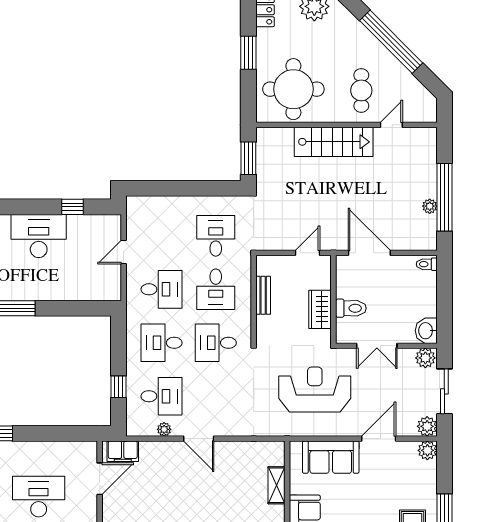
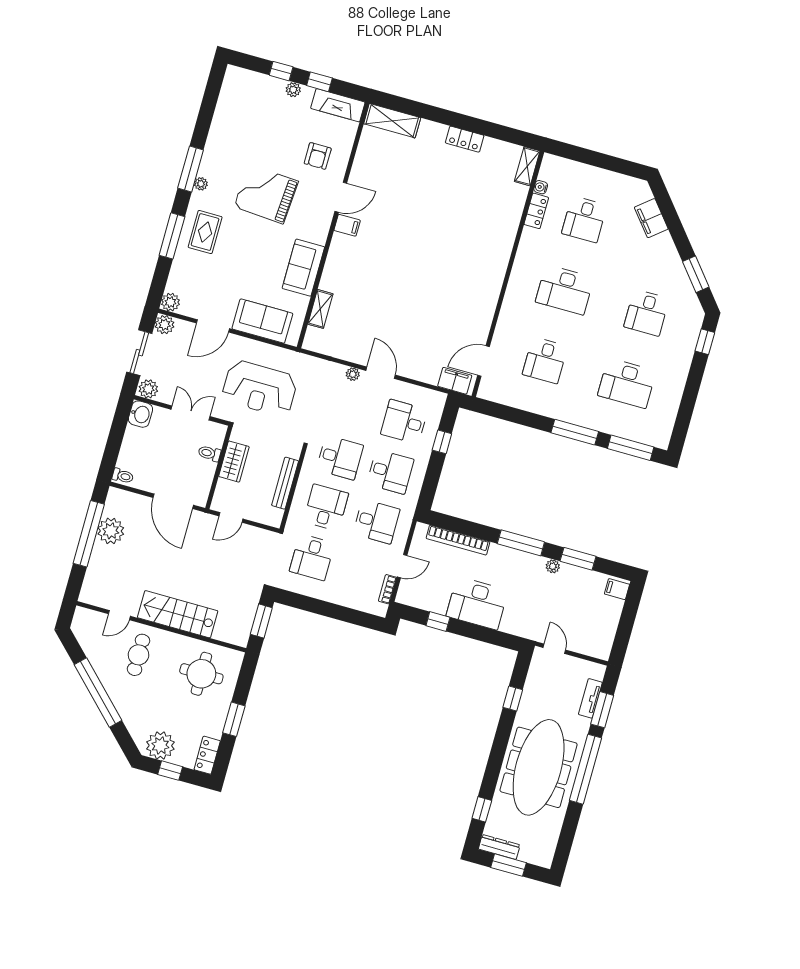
round table: (293, 89) -> (201, 674), width x0.73, depth x0.73
plant: (430, 206) -> (111, 531), width x1.88, depth x1.88
bookcase: (132, 225) -> (387, 589), added
desk: (162, 289) -> (376, 522), turned 180
bookcase: (75, 293) -> (458, 540), added
bench: (263, 295) -> (285, 483), width x1.36
toilet: (351, 308) -> (209, 453), width x0.73, depth x0.72
plant: (164, 429) -> (353, 374), moved
desk: (39, 497) -> (545, 360), width x0.73

